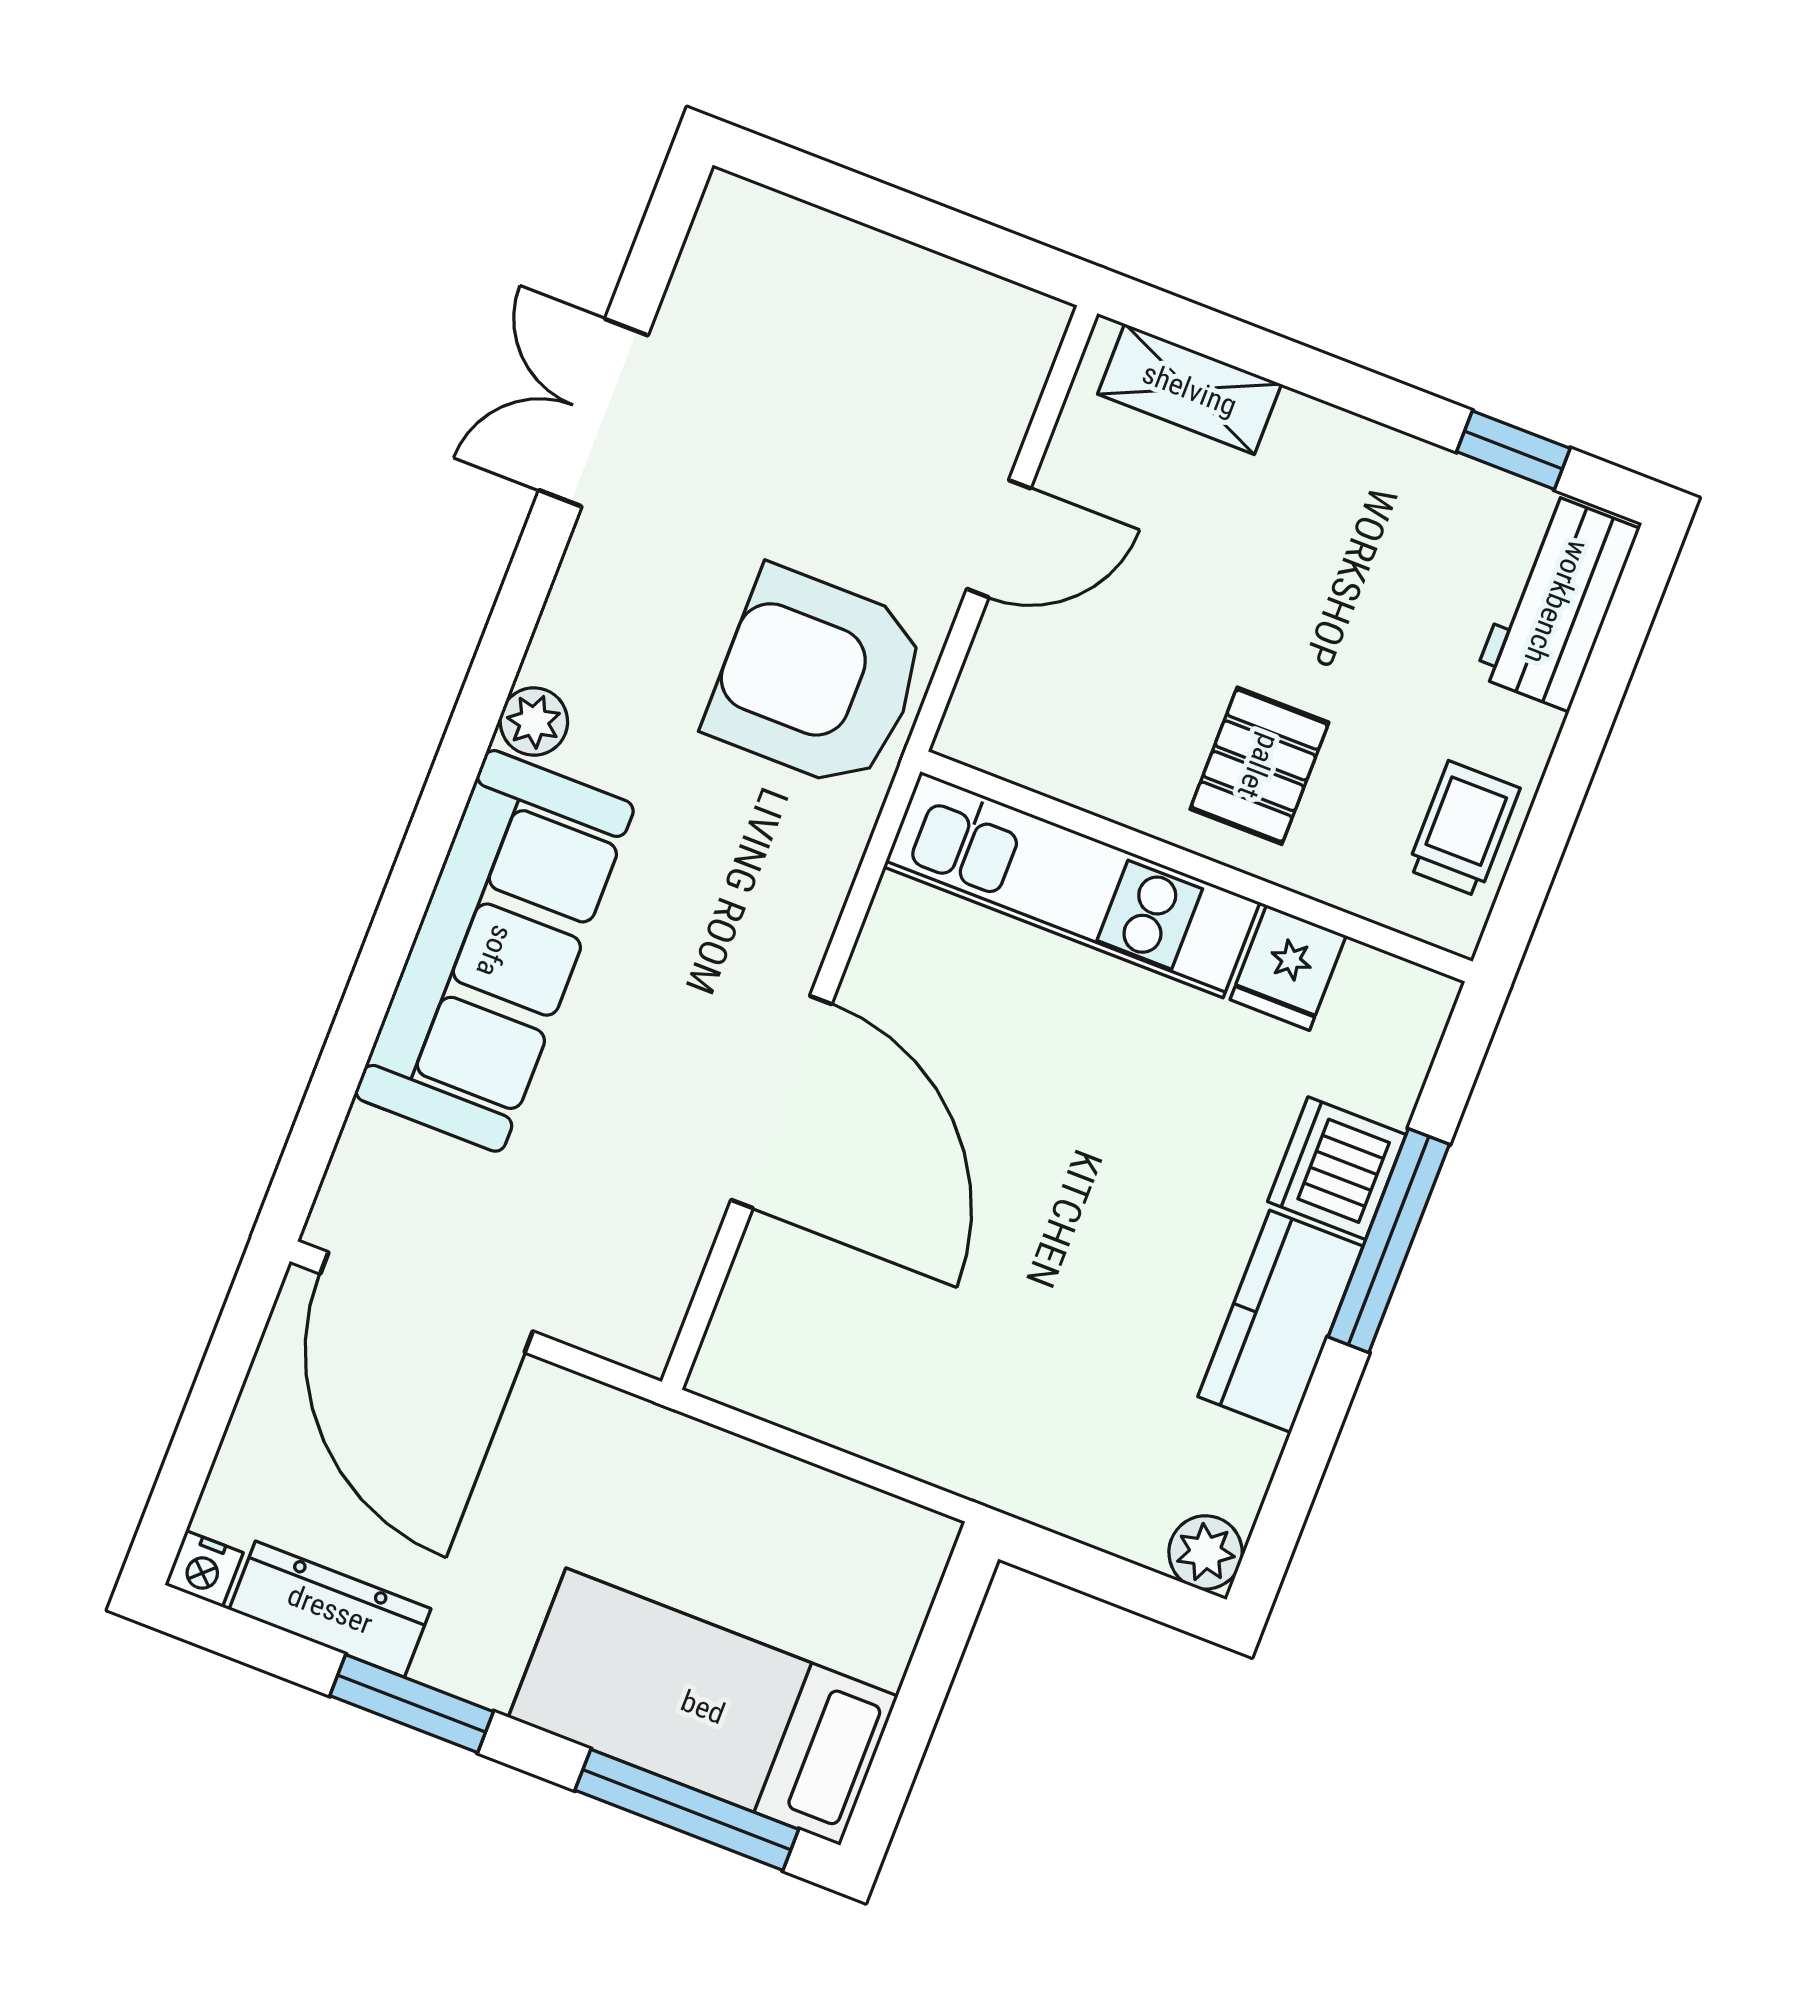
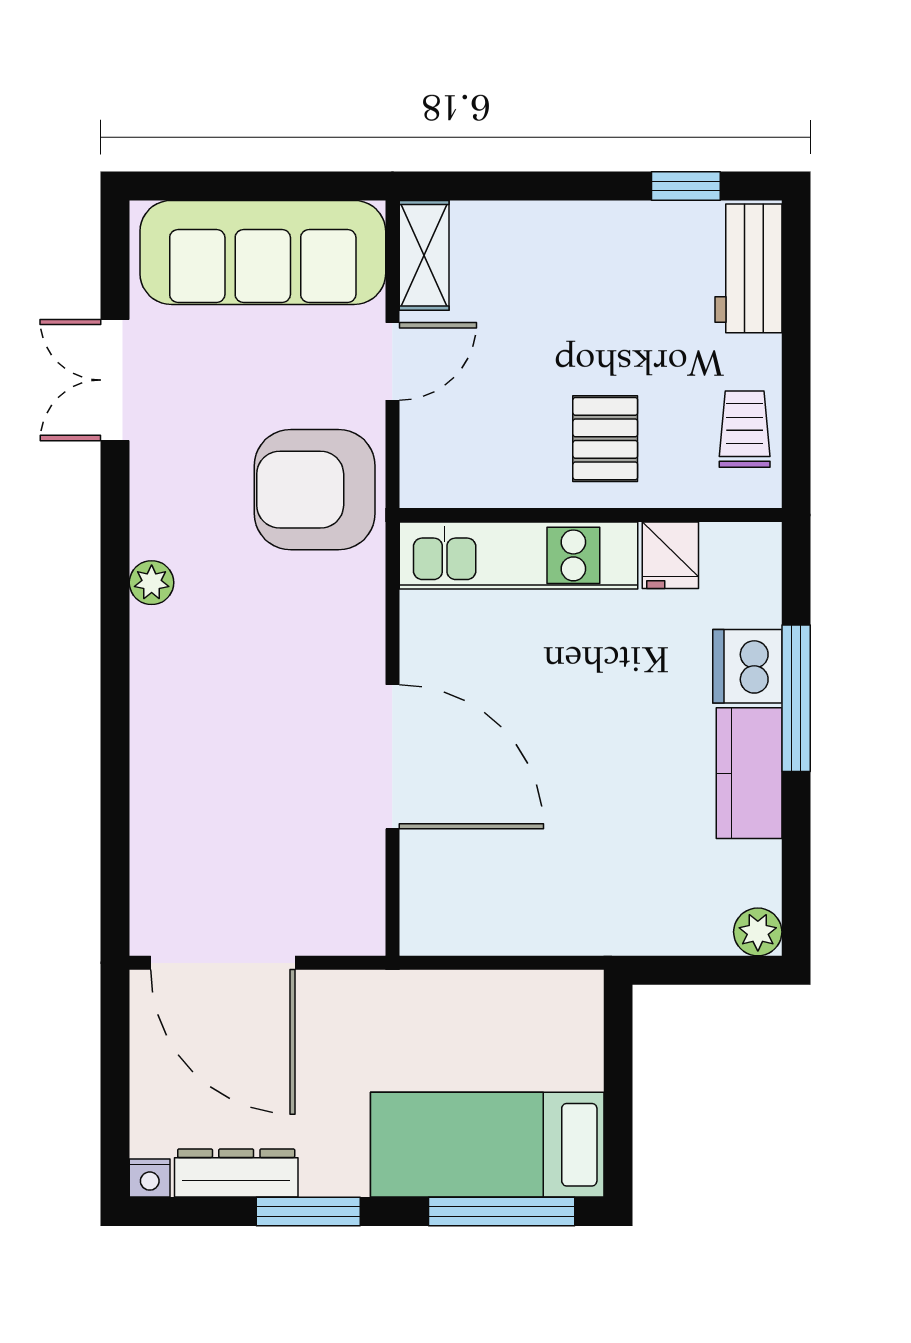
shelving: (1190, 389) -> (424, 255), moved, turned 90
sofa: (495, 951) -> (263, 252), moved, turned 90

